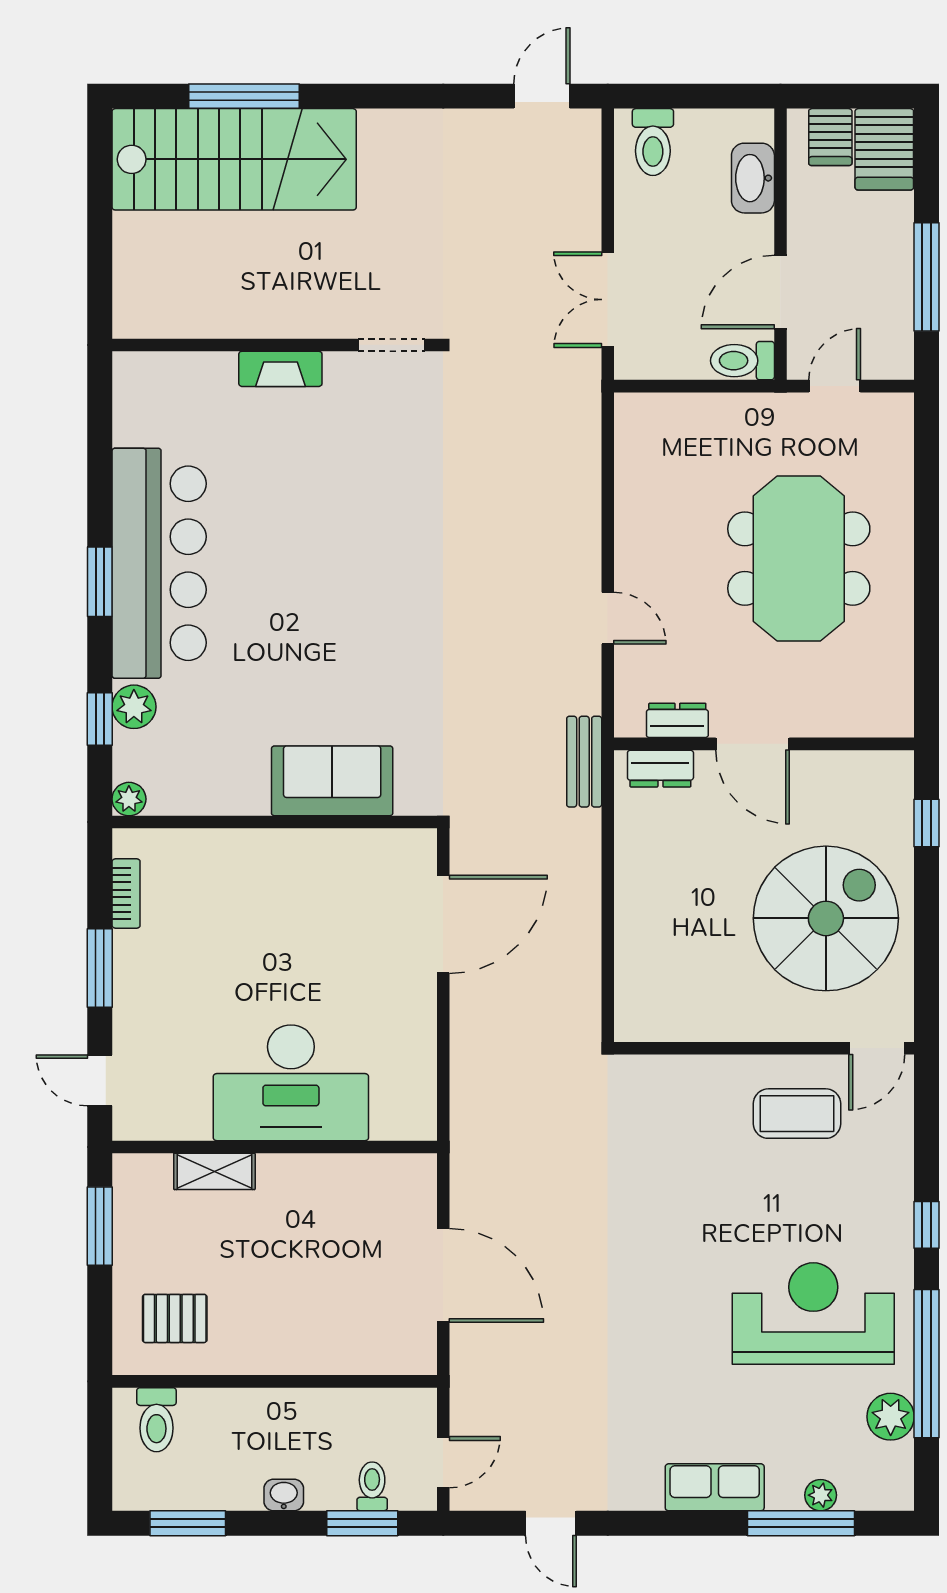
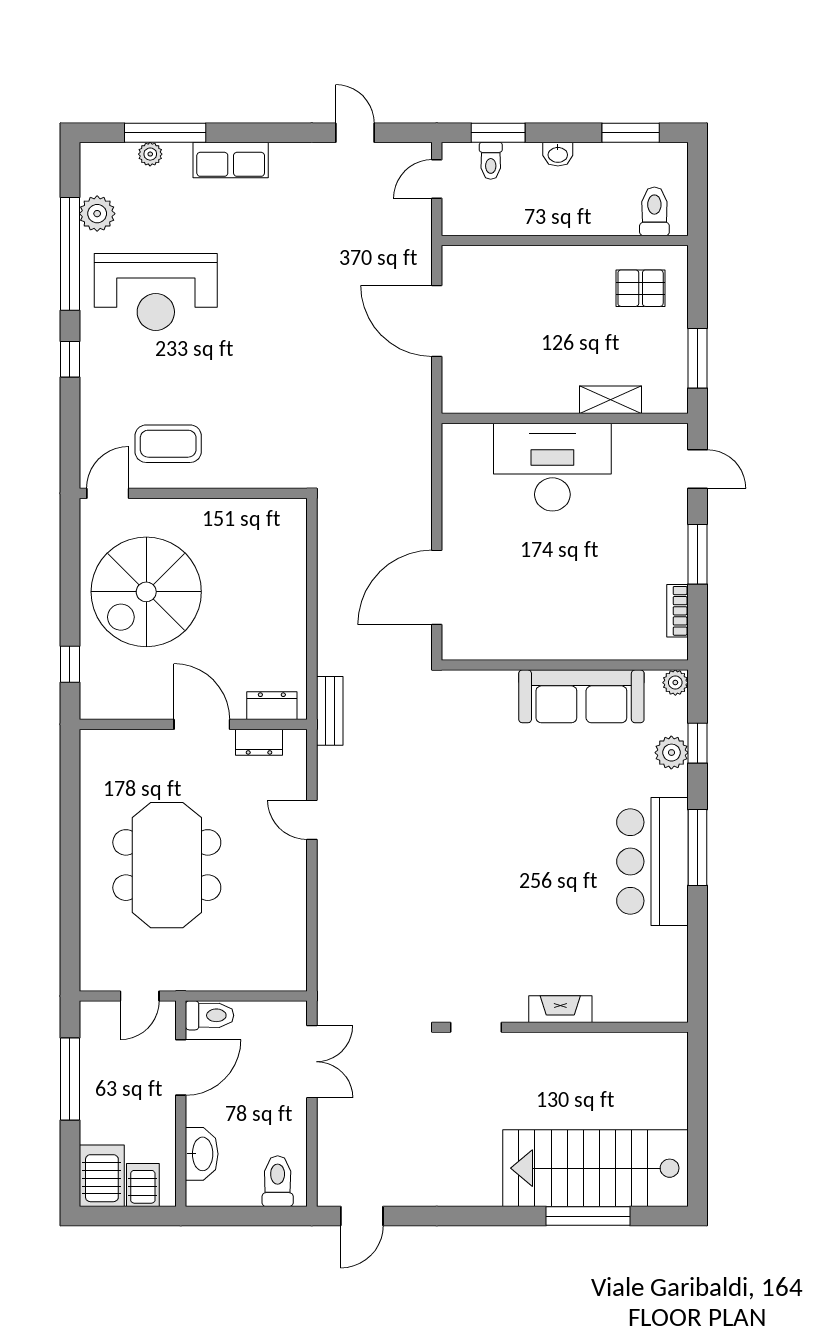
bar counter: (159, 563) -> (652, 862), width x0.73
window: (100, 582) -> (697, 847), width x1.44
sofa: (332, 781) -> (581, 696), moved, width x1.36

